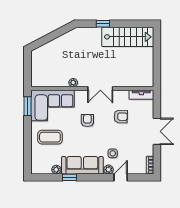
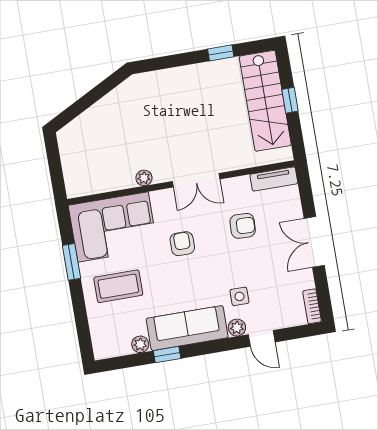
window: (103, 24) -> (221, 53), moved
stairs: (128, 37) -> (265, 101), moved, turned 90
window: (157, 55) -> (290, 100), added
window: (28, 106) -> (71, 262), moved
double door: (157, 131) -> (314, 242), swing flipped
door: (121, 177) -> (262, 338), swing flipped

